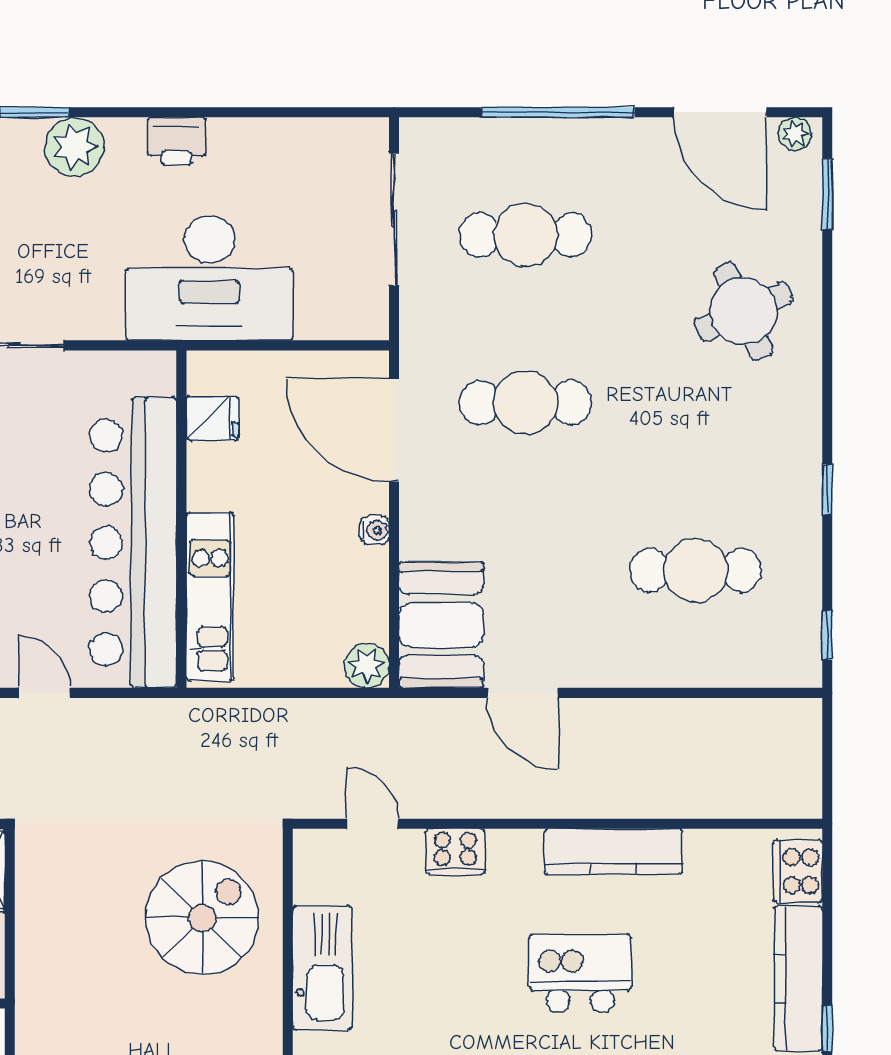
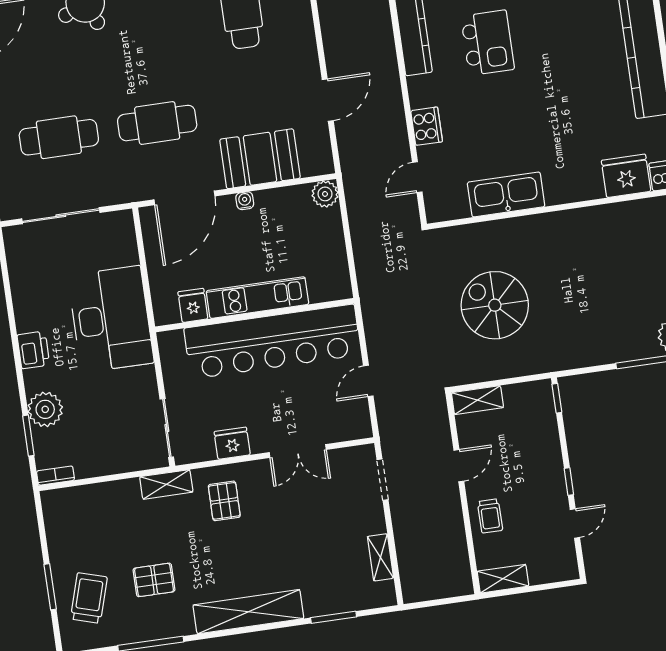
cafe table: (525, 235) -> (59, 137), turned 90
cafe table: (525, 403) -> (157, 123), turned 90
kitchen unit: (210, 597) -> (257, 298), moved
booth: (441, 625) -> (260, 159), moved
spiral stairs: (202, 918) -> (495, 305), moved
kitchen island: (580, 973) -> (488, 43), turned 180

